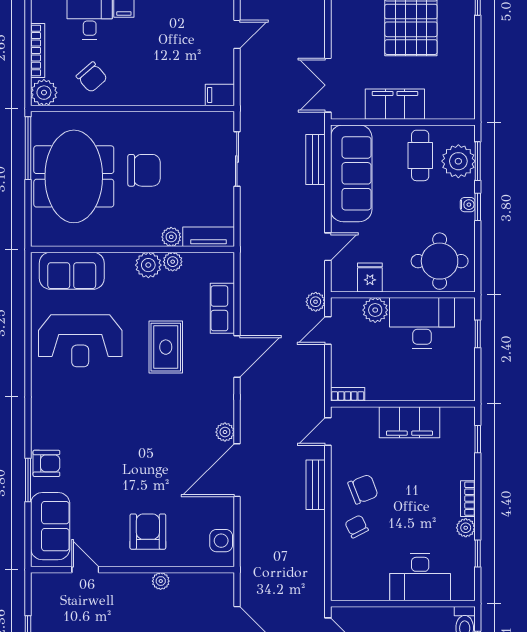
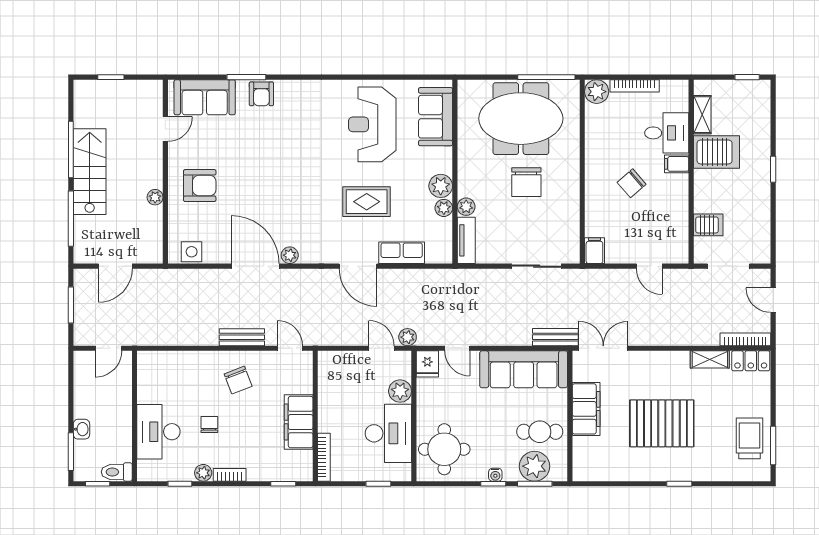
chair: (92, 77) -> (632, 183), moved
bench: (316, 159) -> (555, 337), moved
fridge: (370, 277) -> (427, 364), moved, turned 90
bookcase: (348, 394) -> (324, 457), moved, width x1.56
chair: (357, 526) -> (209, 424), moved, turned -63

